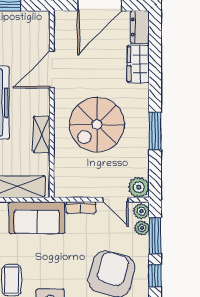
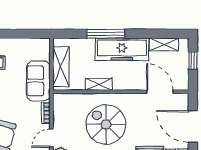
door: (52, 70) -> (160, 92), moved

